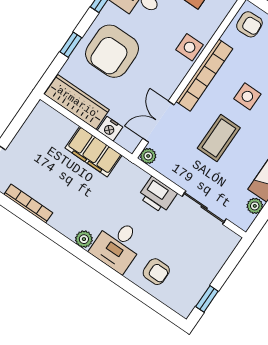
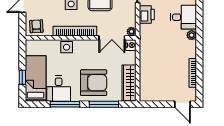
window: (71, 45) -> (104, 104), width x2.17
nightstand: (110, 129) -> (131, 45), moved
filing cabinet: (94, 152) -> (147, 59), removed

